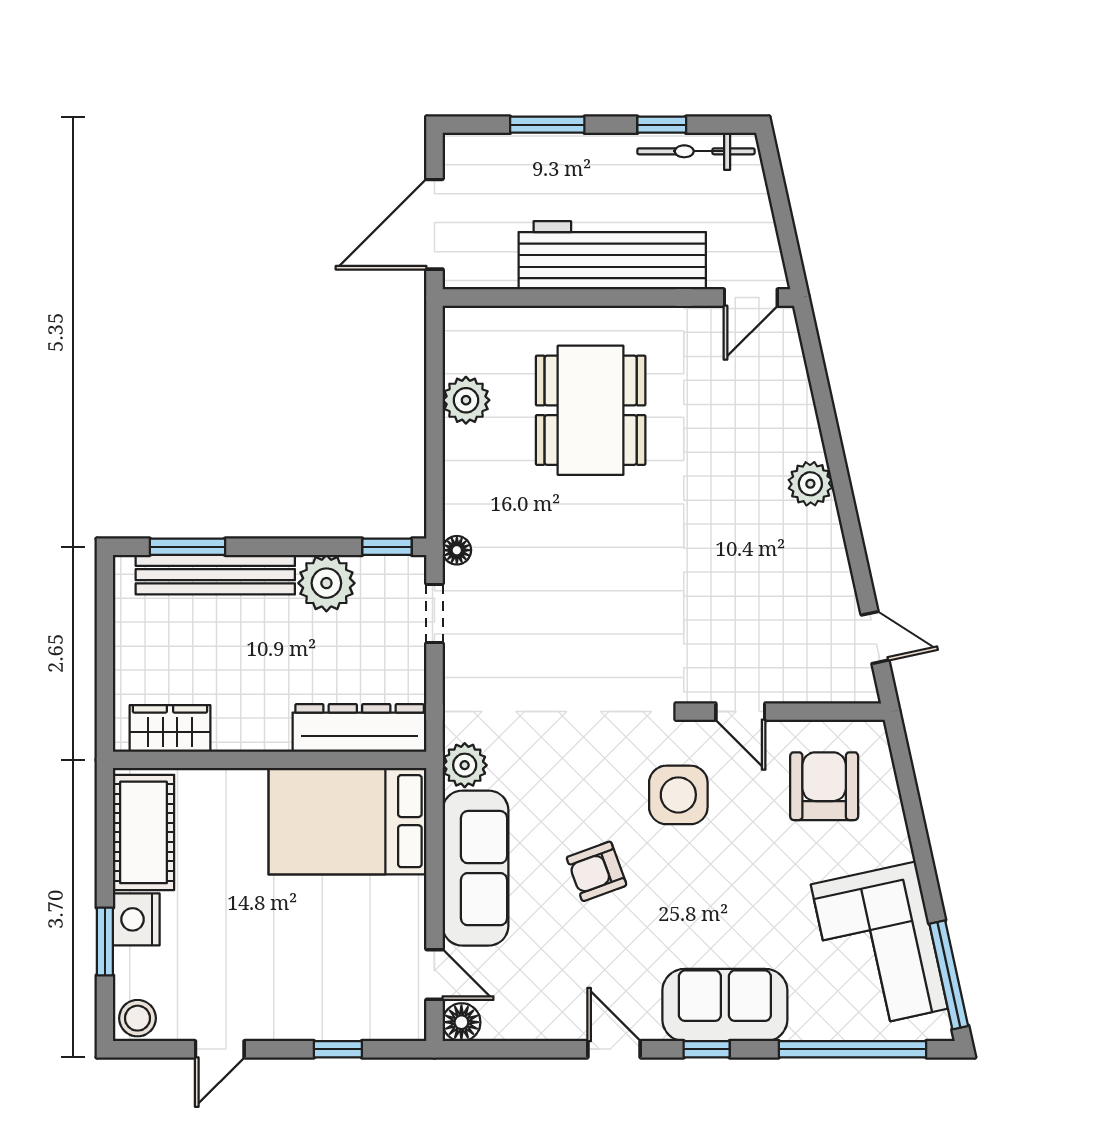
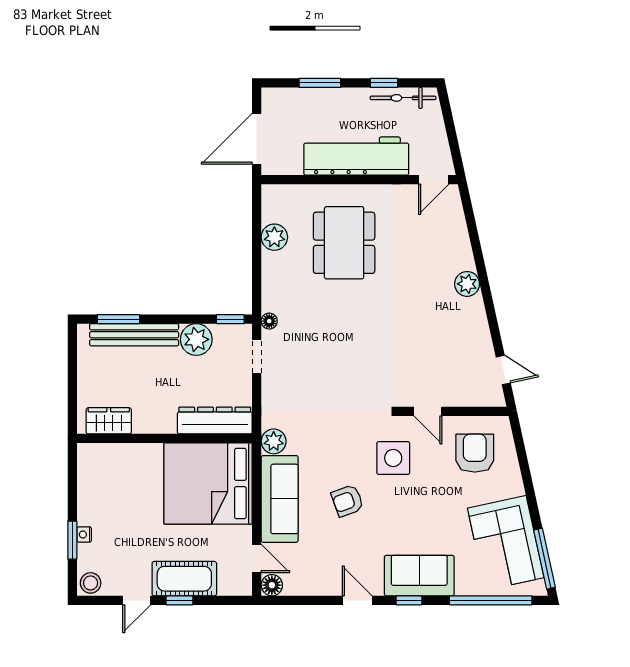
bed: (348, 821) -> (208, 483), width x1.36
cot: (144, 832) -> (184, 579), moved, turned 90
nightstand: (136, 919) -> (84, 535), width x0.53, depth x0.56
window: (338, 1049) -> (180, 600), moved

